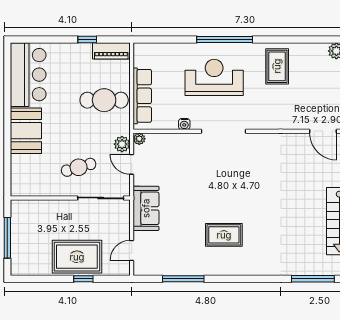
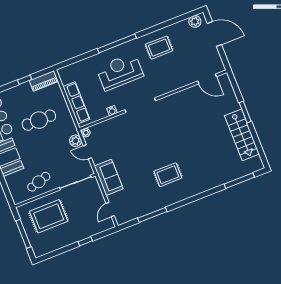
rug: (277, 66) -> (159, 48), turned 90
cafe table: (104, 100) -> (39, 120), moved
cafe table: (79, 167) -> (39, 182), moved
rug: (77, 257) -> (49, 216), moved

